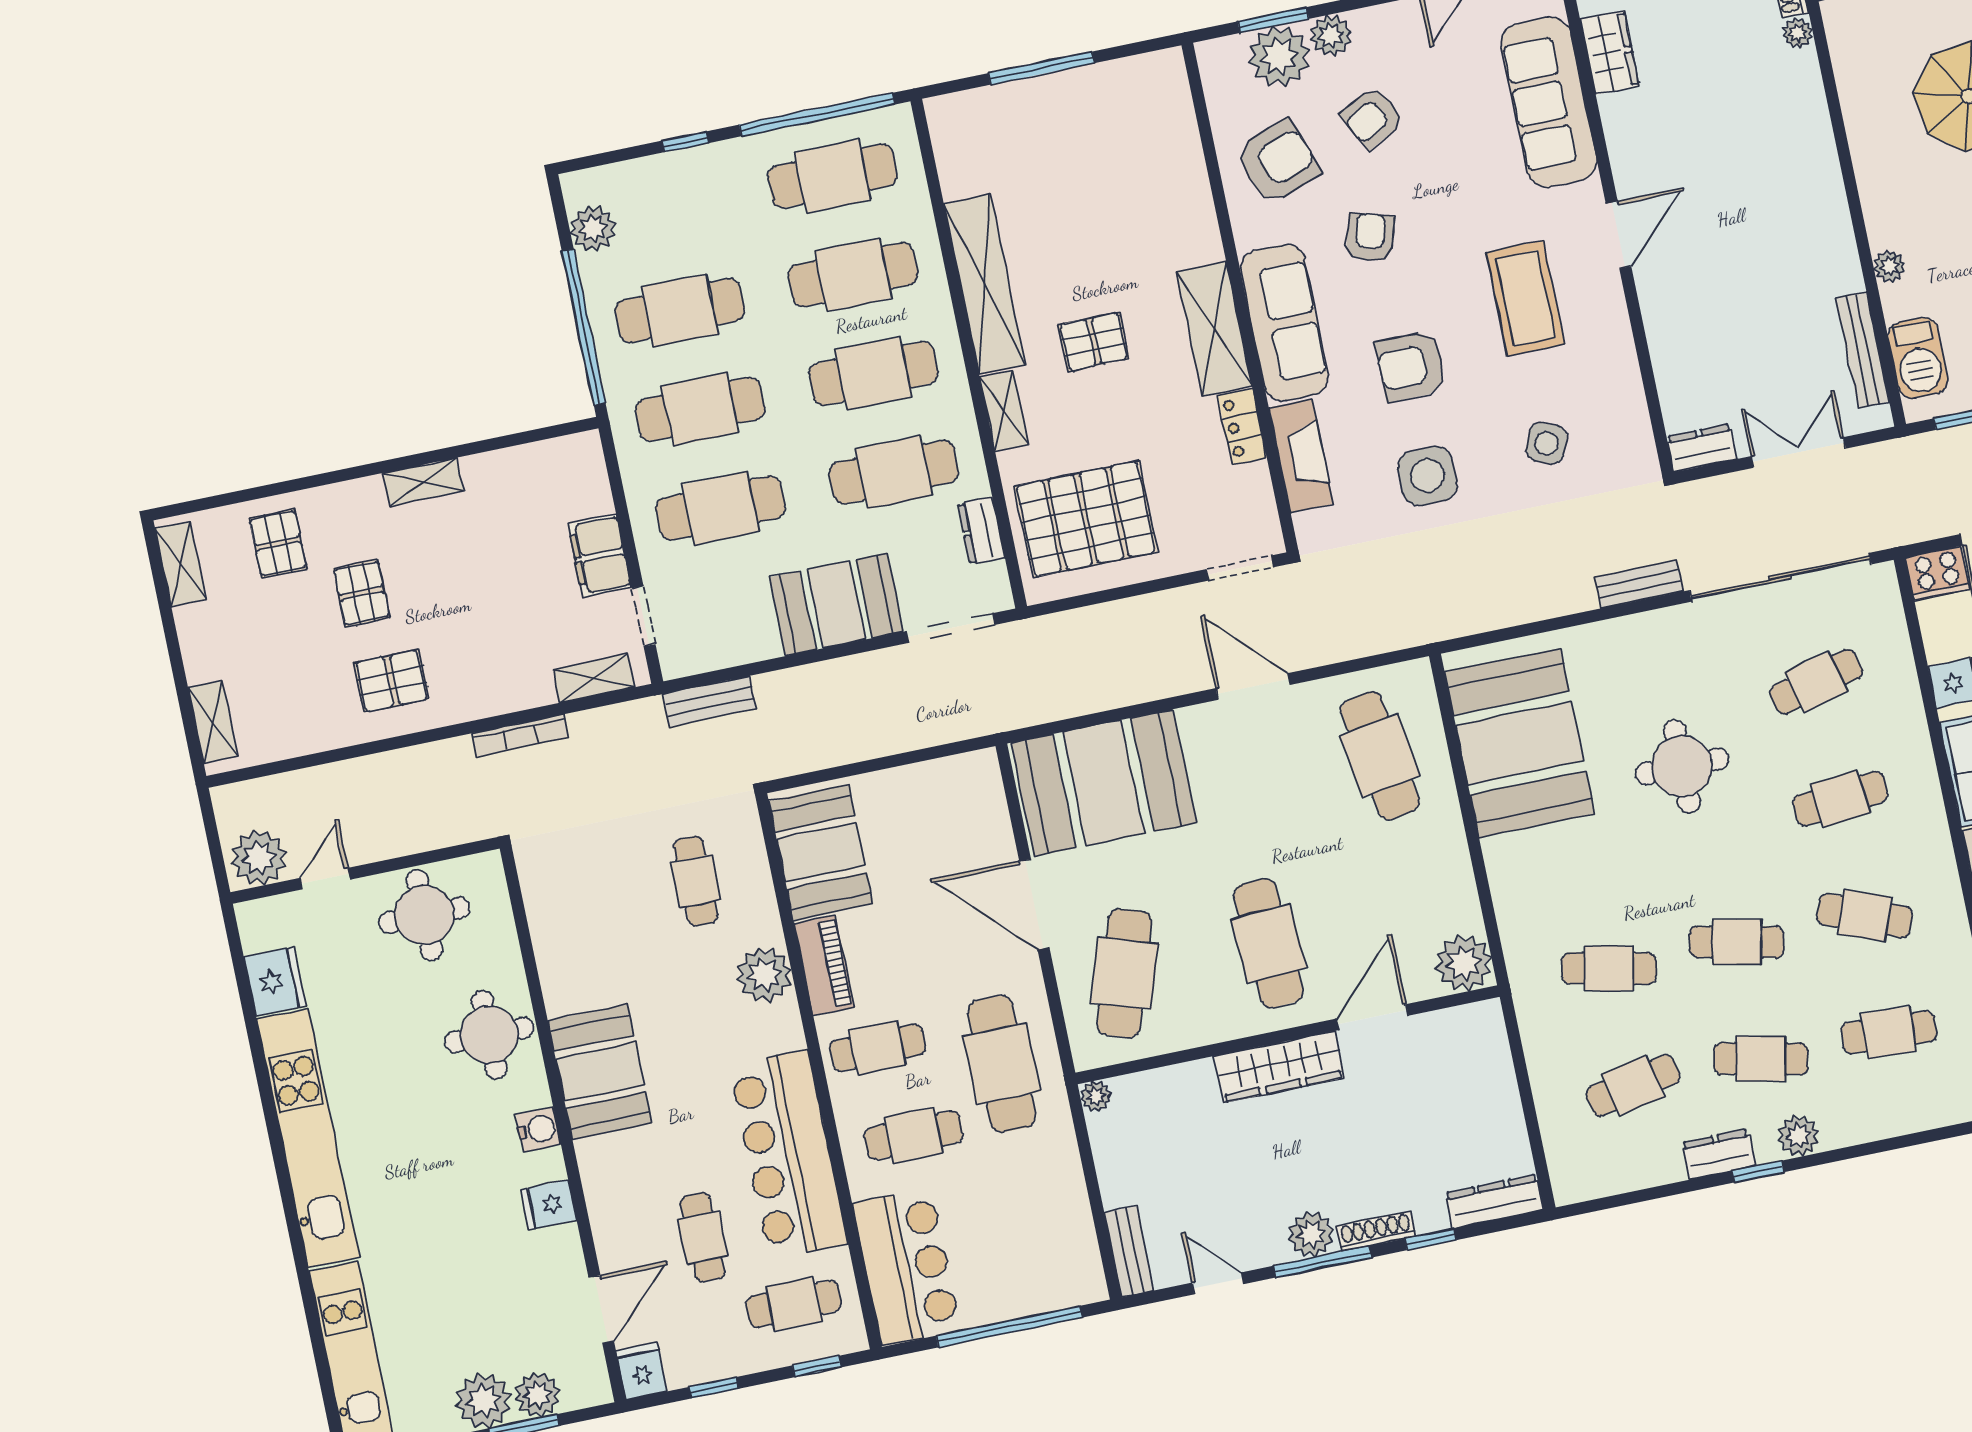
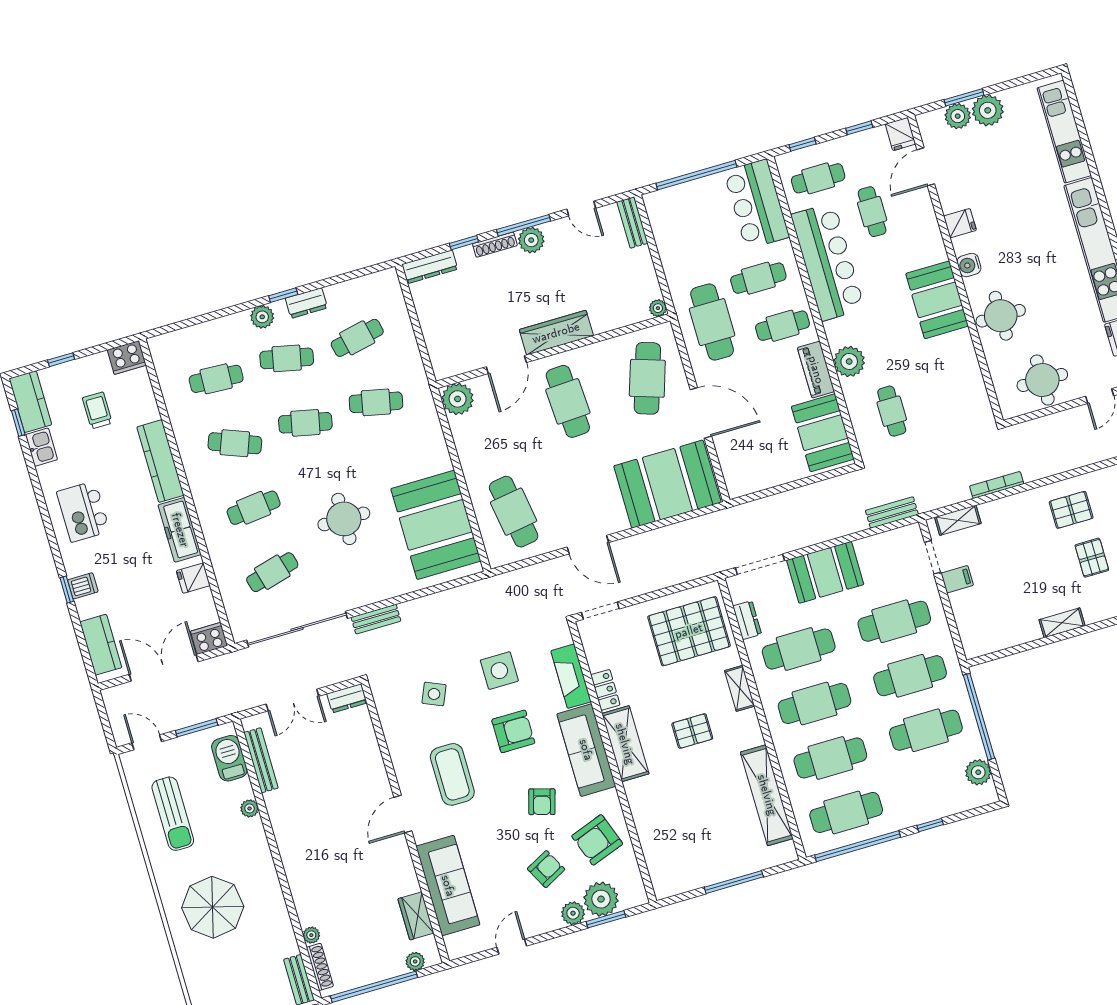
shelving: (985, 284) -> (767, 795), moved
filing cabinet: (599, 555) -> (957, 579), width x0.50

